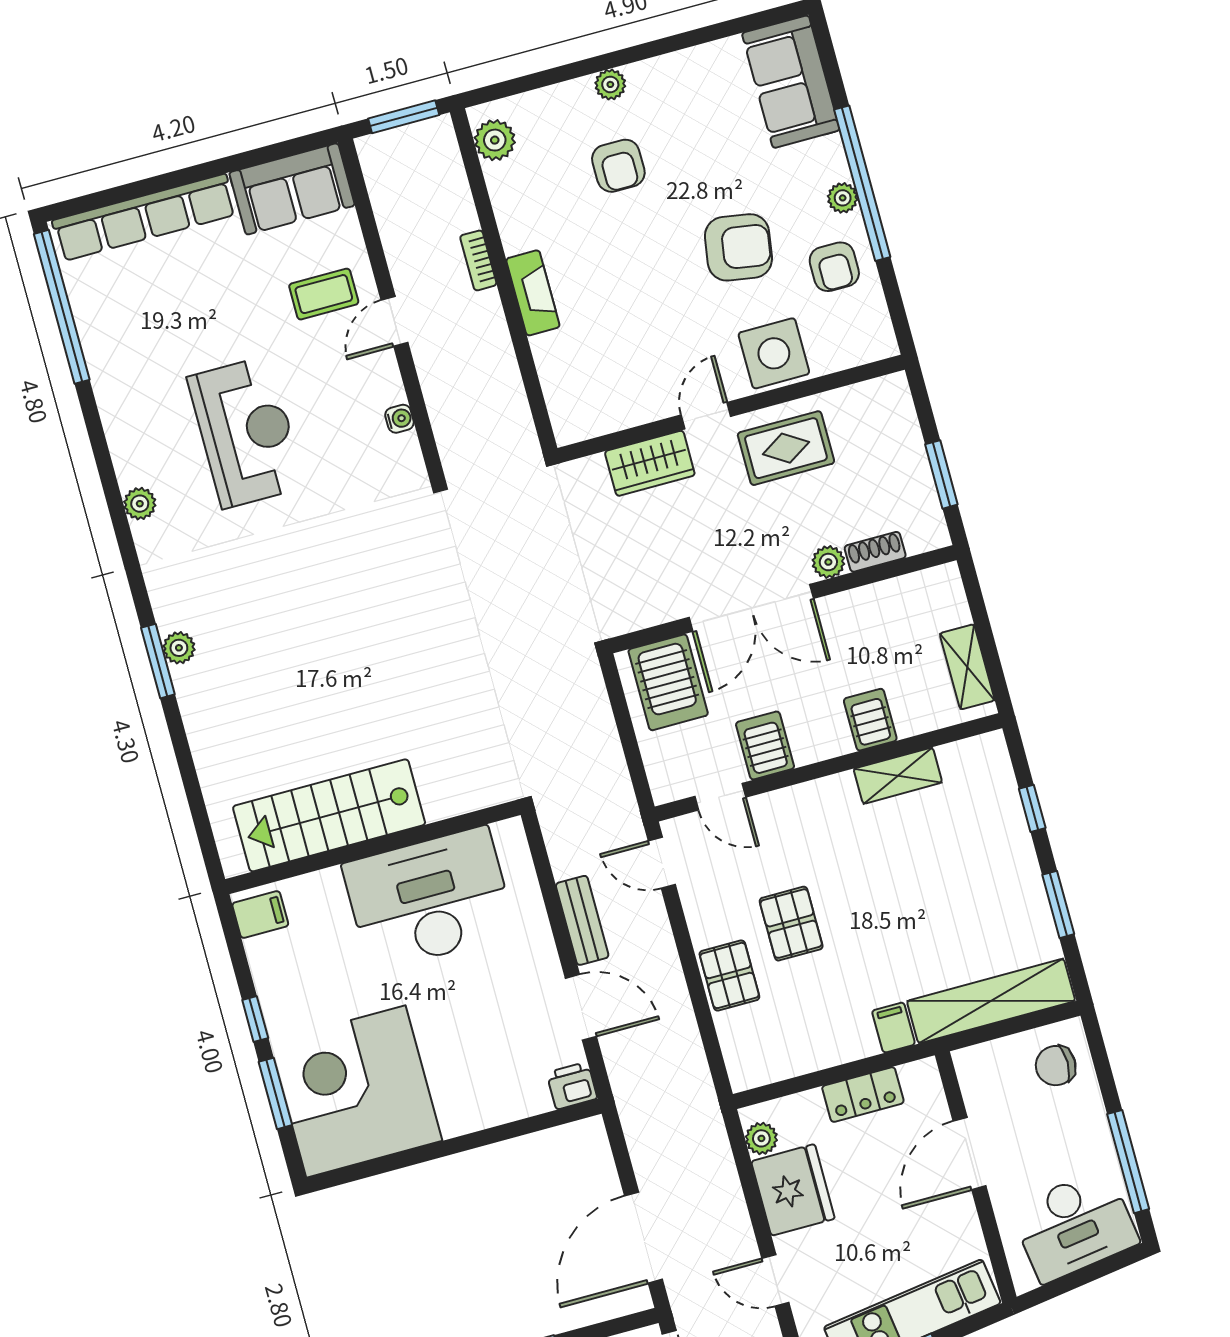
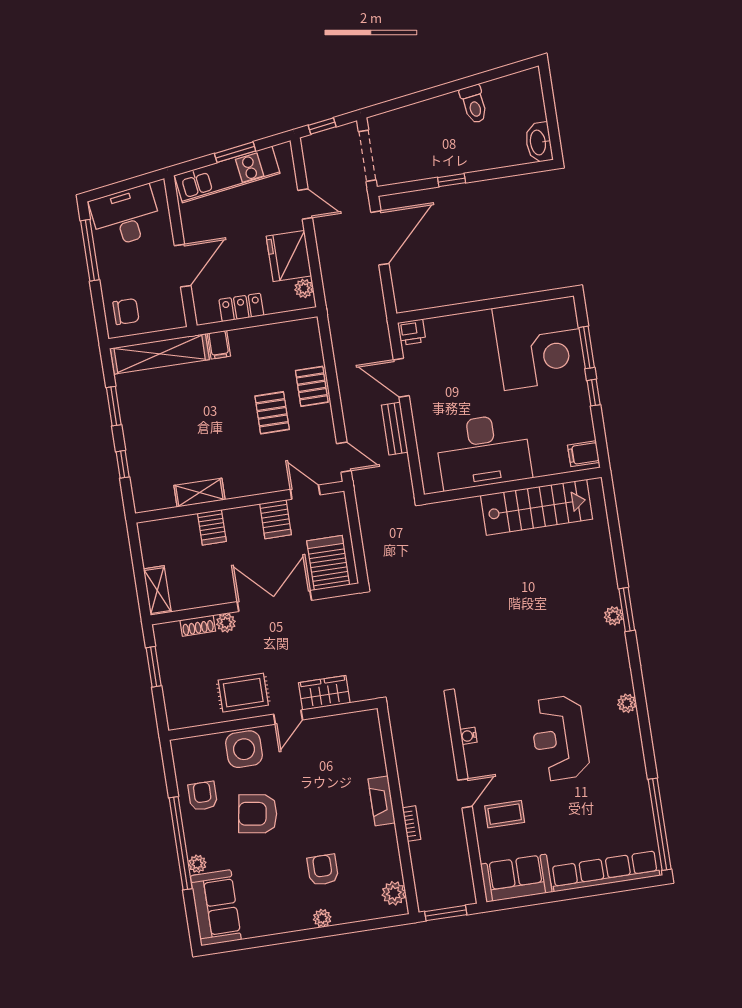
plant: (843, 198) -> (197, 864), moved
shelving: (967, 667) -> (157, 591), moved

